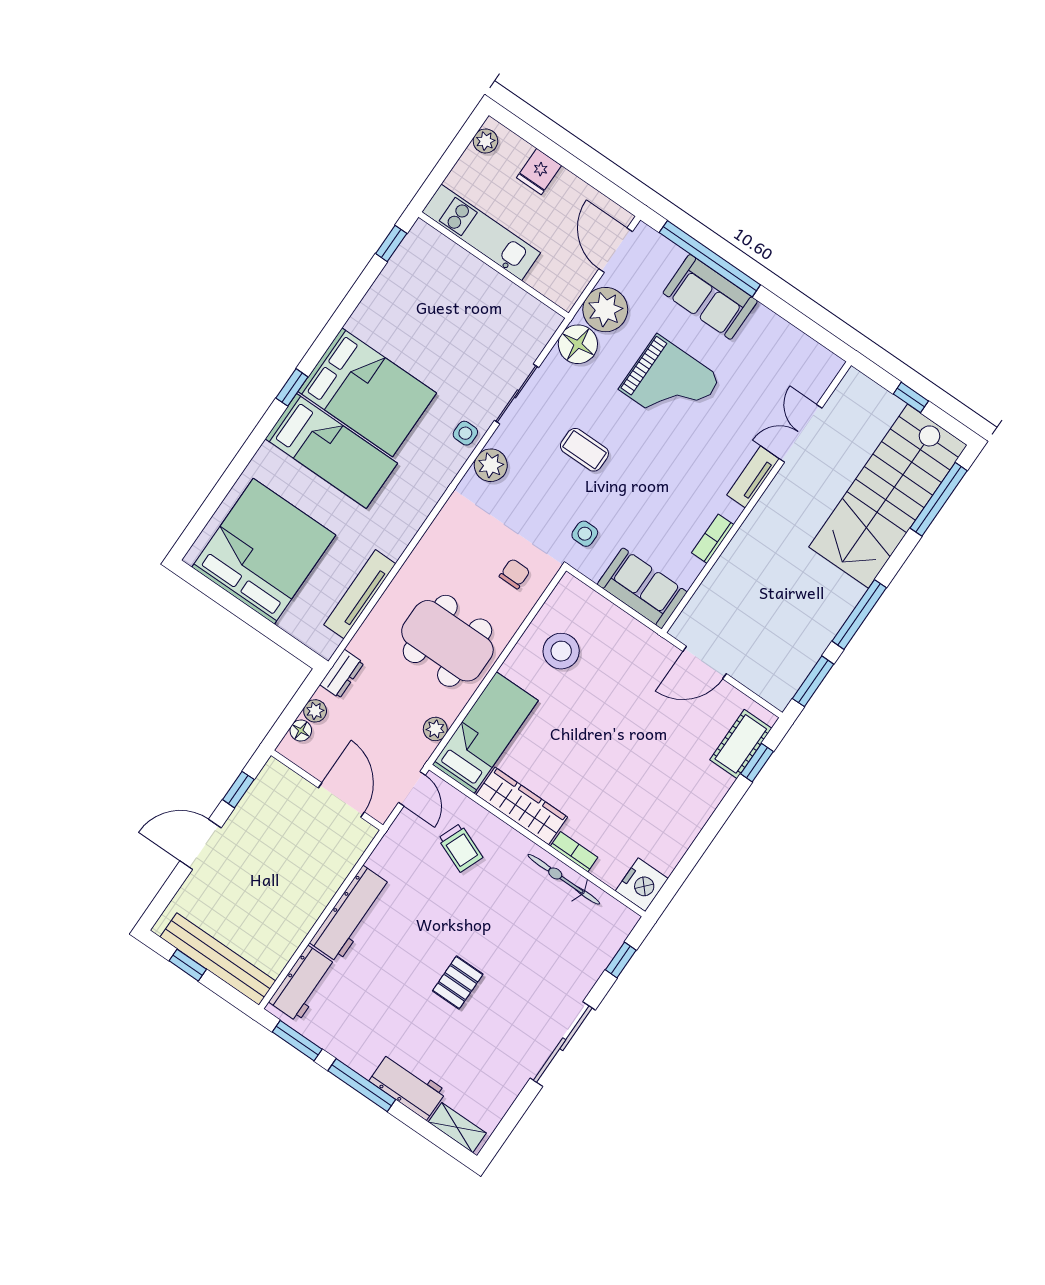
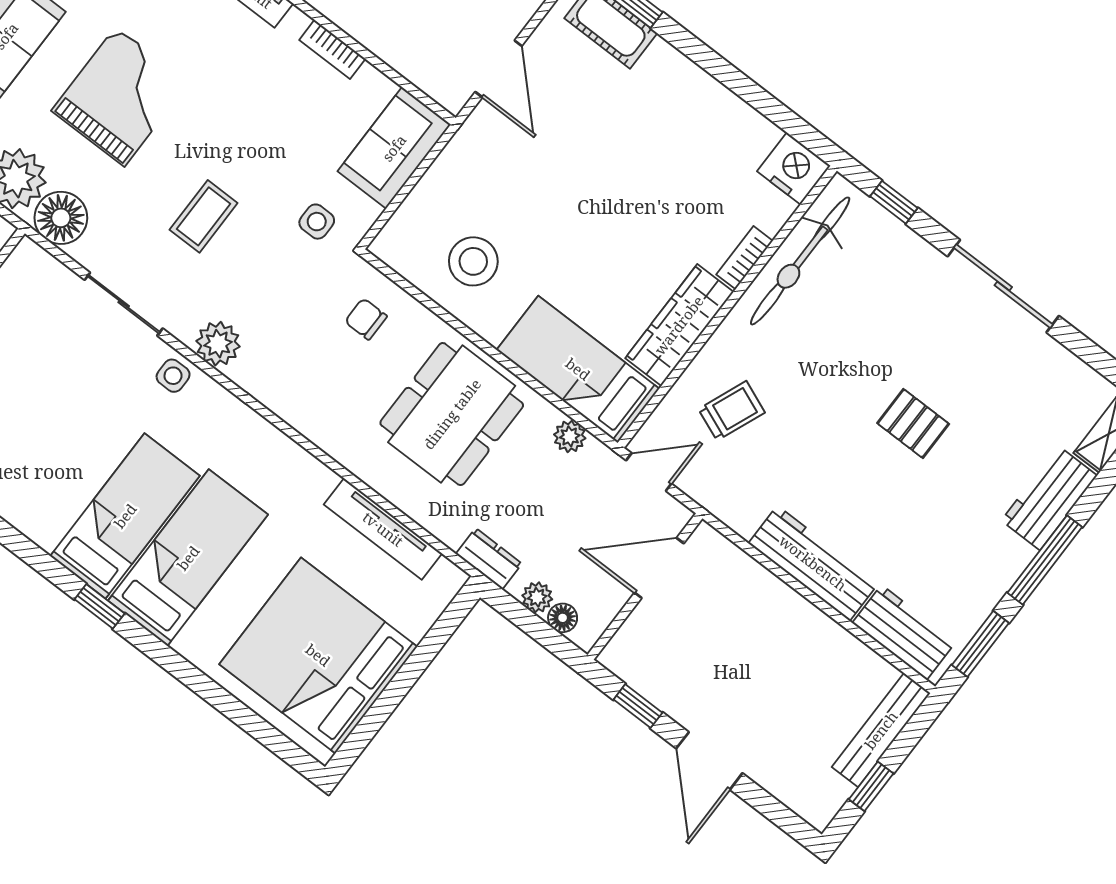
bed: (367, 392) -> (125, 516), width x0.67
bicycle: (564, 879) -> (800, 261), width x1.37, depth x1.40
bench: (218, 959) -> (881, 730), width x0.73, depth x0.82

